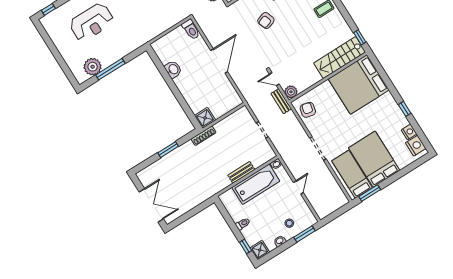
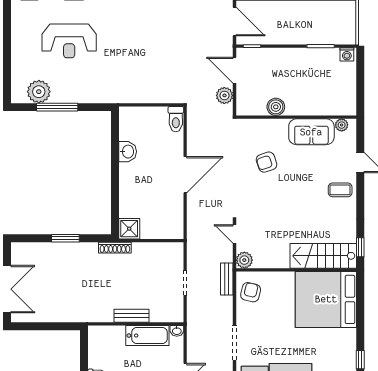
bench: (281, 101) -> (227, 279), moved
bathtub: (256, 184) -> (147, 336), width x0.73, depth x0.73

